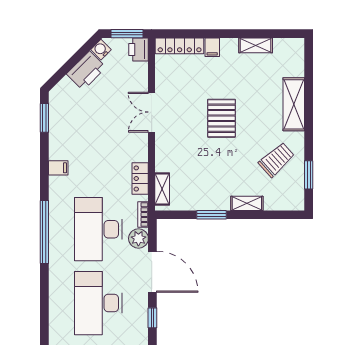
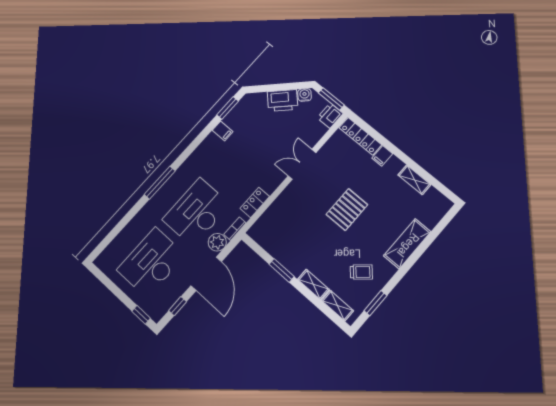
trolley: (277, 160) -> (361, 272), width x0.73, depth x0.72
filing cabinet: (58, 168) -> (223, 131), moved
shelving: (162, 189) -> (337, 306), moved, turned 90
window: (44, 232) -> (160, 183), width x0.68

